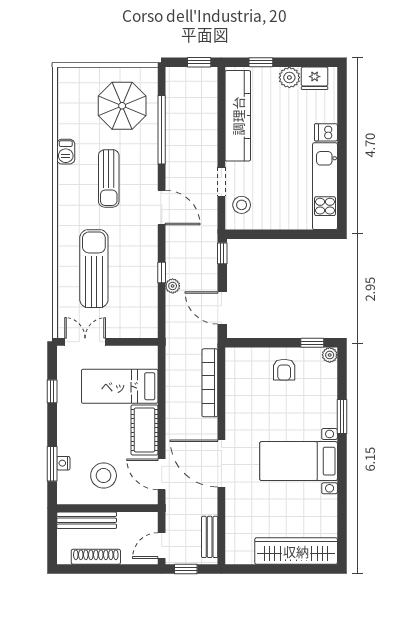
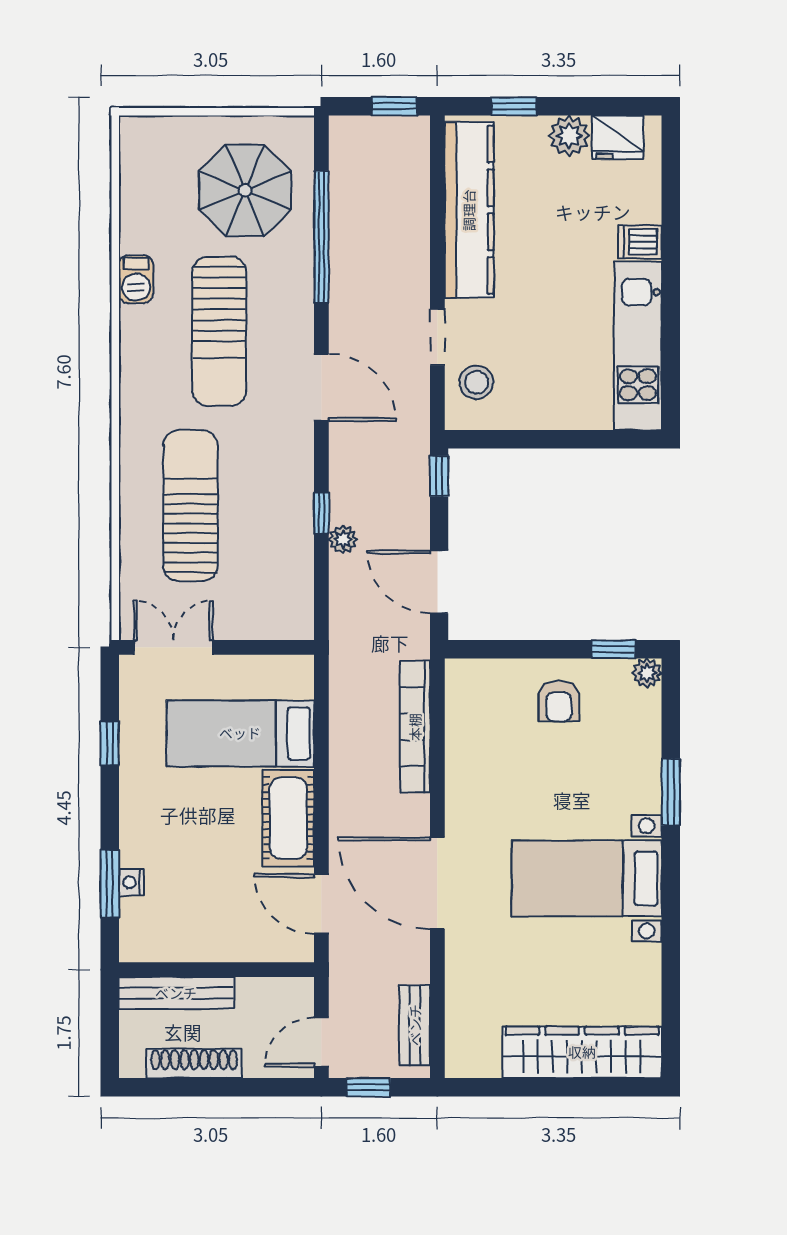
sun lounger: (109, 178) -> (219, 331), width x1.36, depth x1.34
stool: (104, 476) -> (209, 906), removed

